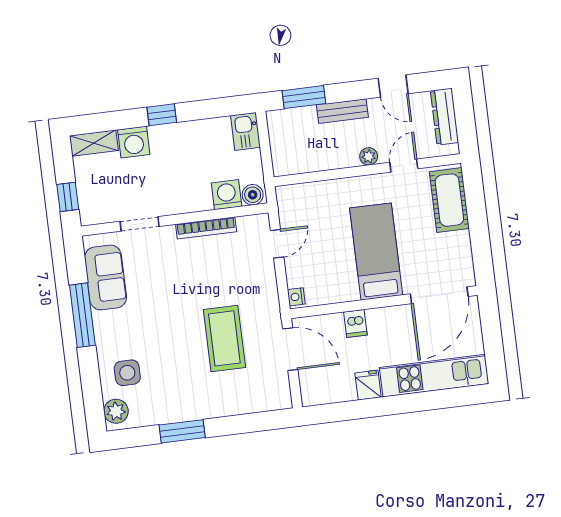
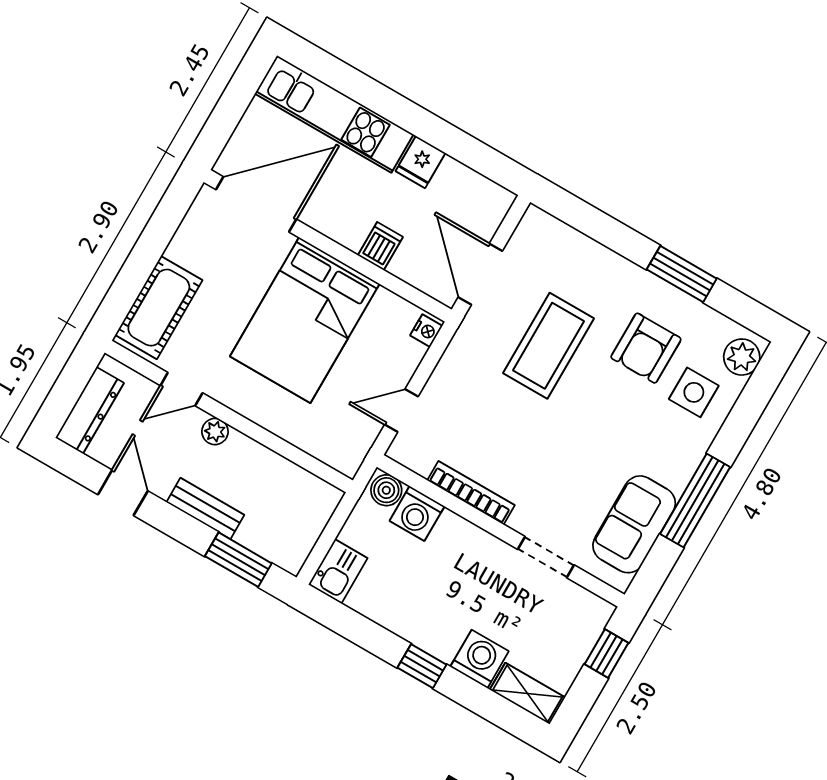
bed: (376, 252) -> (305, 320), width x1.50
armchair: (171, 377) -> (646, 348), added

